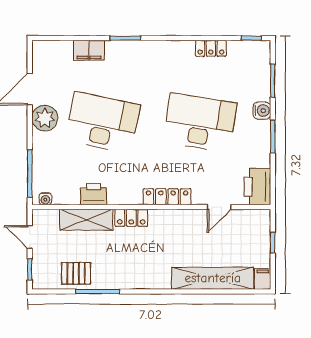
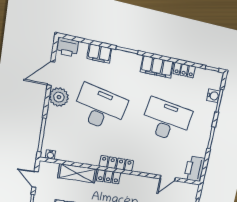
filing cabinet: (171, 52) -> (157, 67), added
water cooler: (262, 111) -> (213, 96), moved
printer: (93, 194) -> (68, 47), moved, turned 180
locker: (167, 197) -> (116, 163), moved

